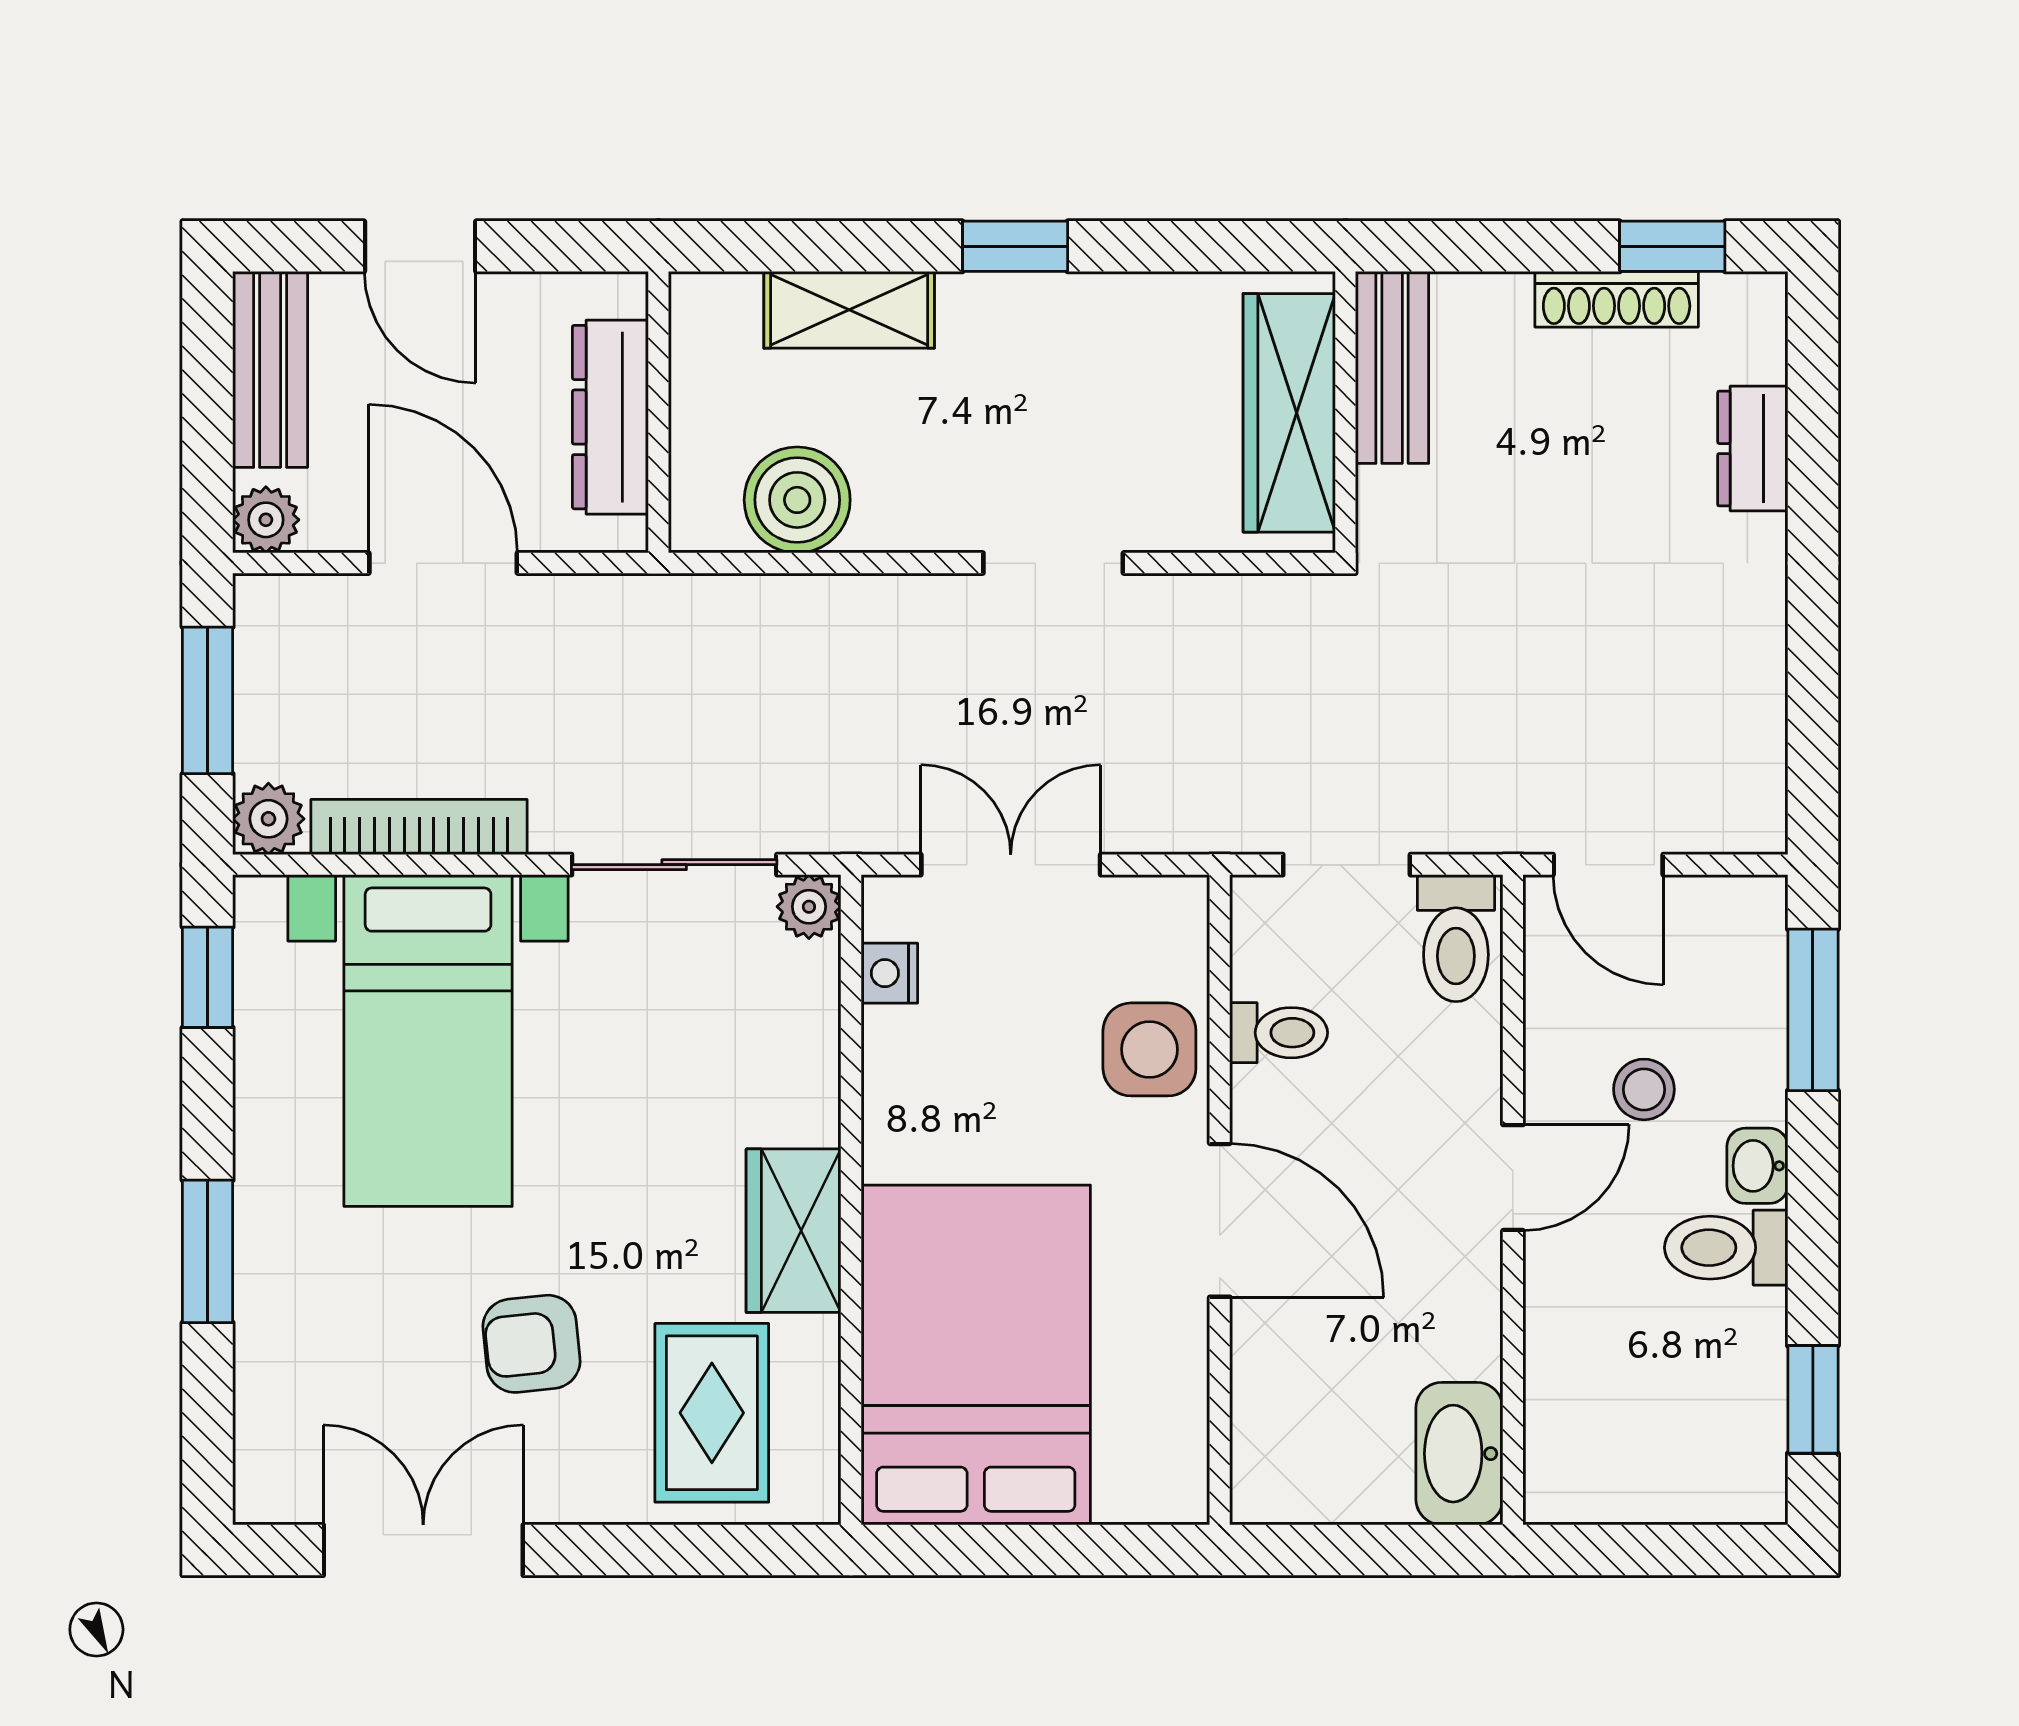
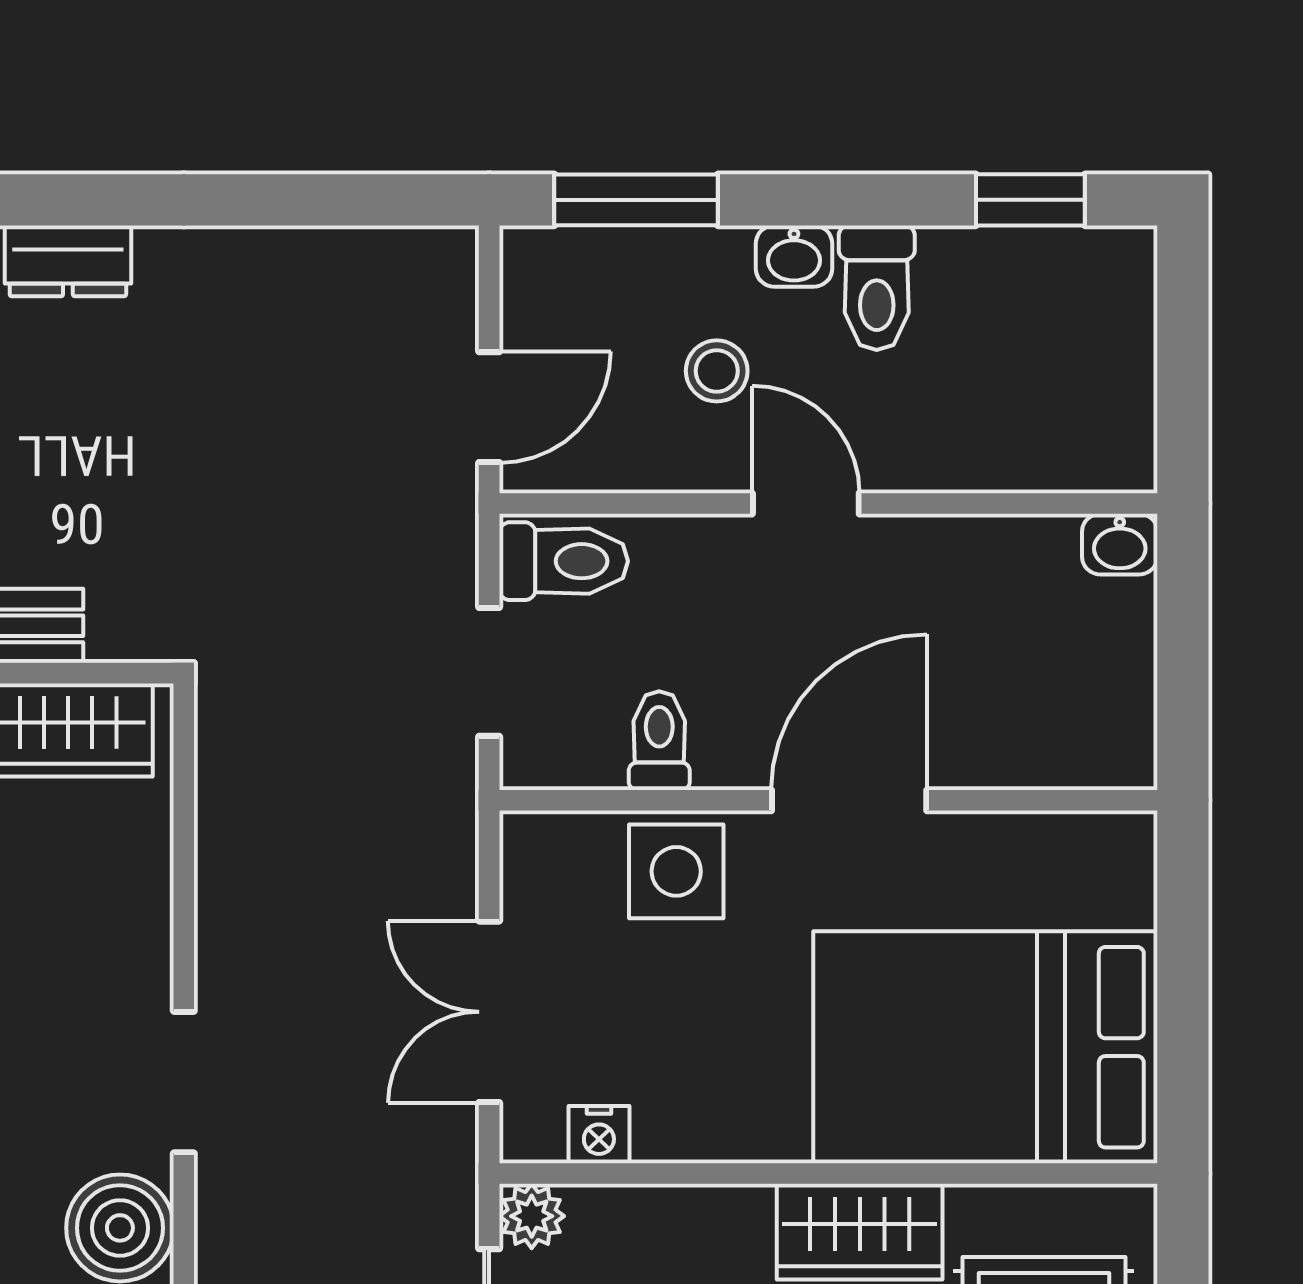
doorway: (1053, 563) -> (184, 1082), moved
washbasin: (1459, 1454) -> (1120, 544), width x0.52, depth x0.69

